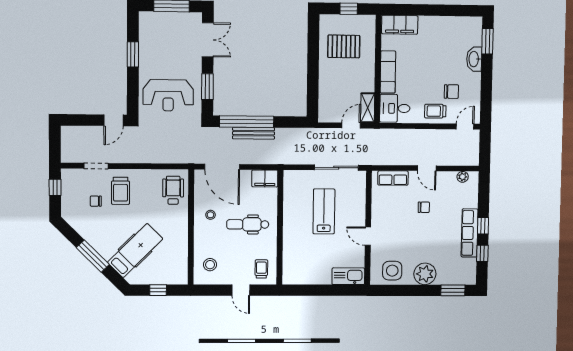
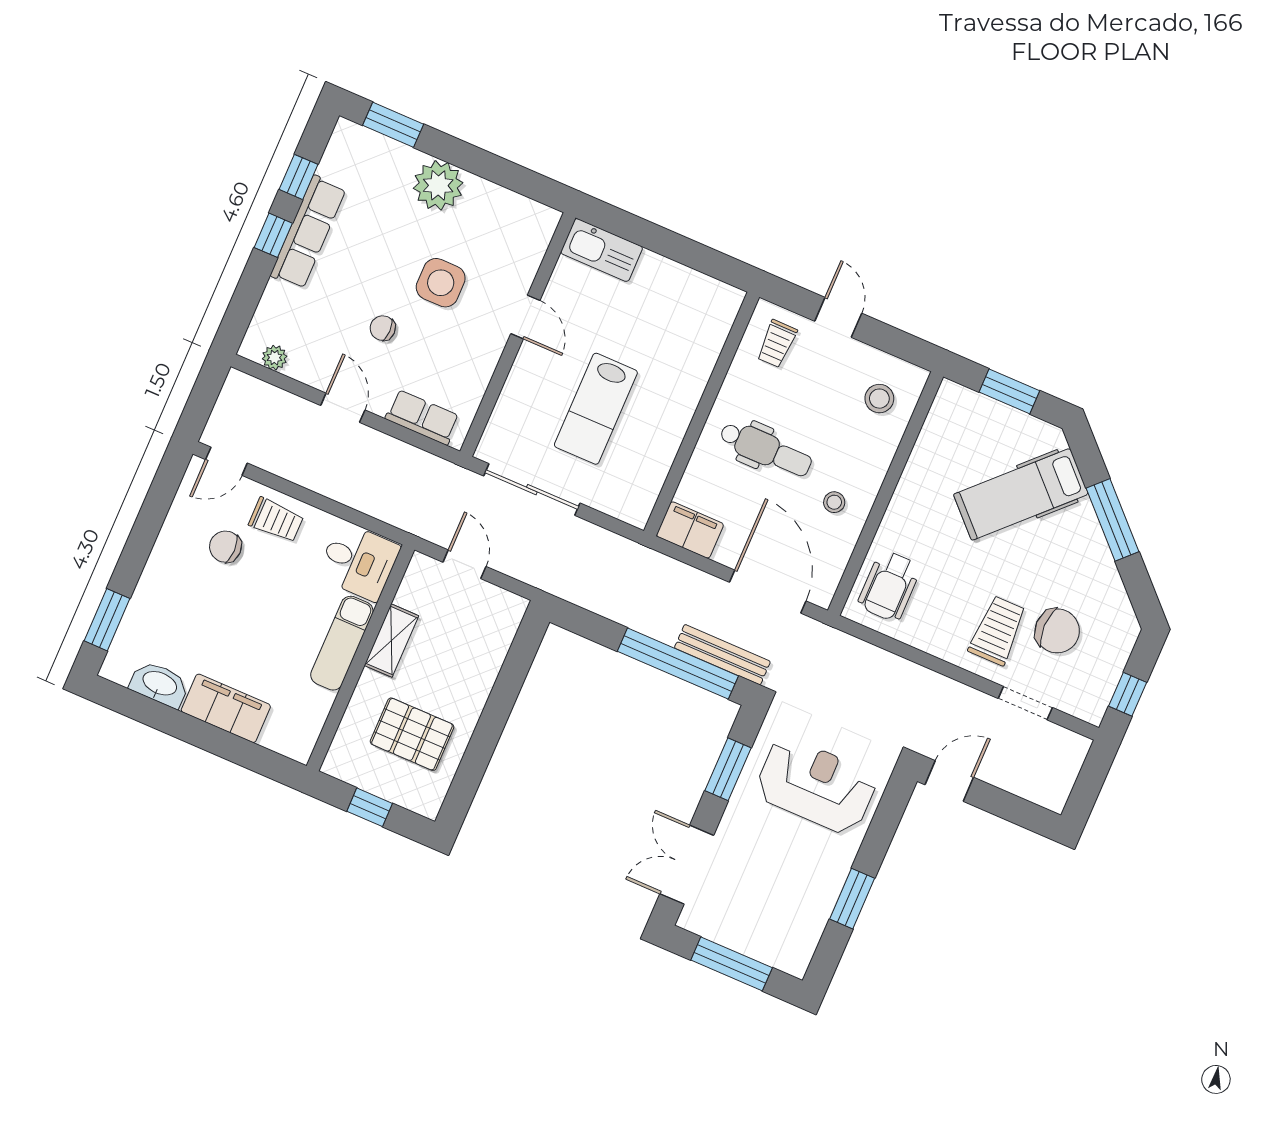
filing cabinet: (400, 25) -> (226, 708), moved
washbasin: (474, 59) -> (159, 684), moved, turned -90
shelving: (368, 108) -> (392, 641), moved
door: (351, 125) -> (465, 564), swing flipped
bench: (254, 133) -> (722, 655), moved
chair: (96, 201) -> (1057, 631), width x1.87, depth x1.87
side table: (392, 271) -> (441, 283), moved
window: (158, 290) -> (1009, 391), width x1.50

